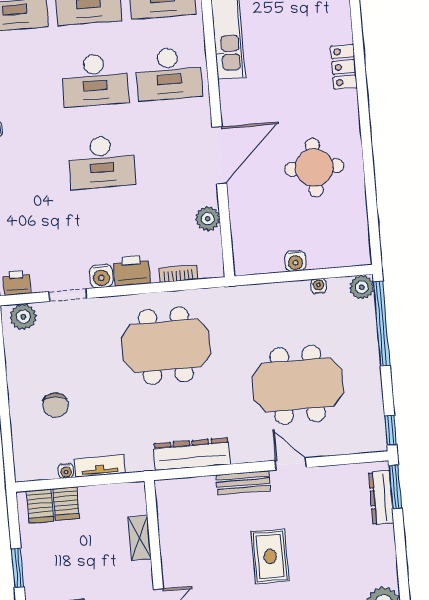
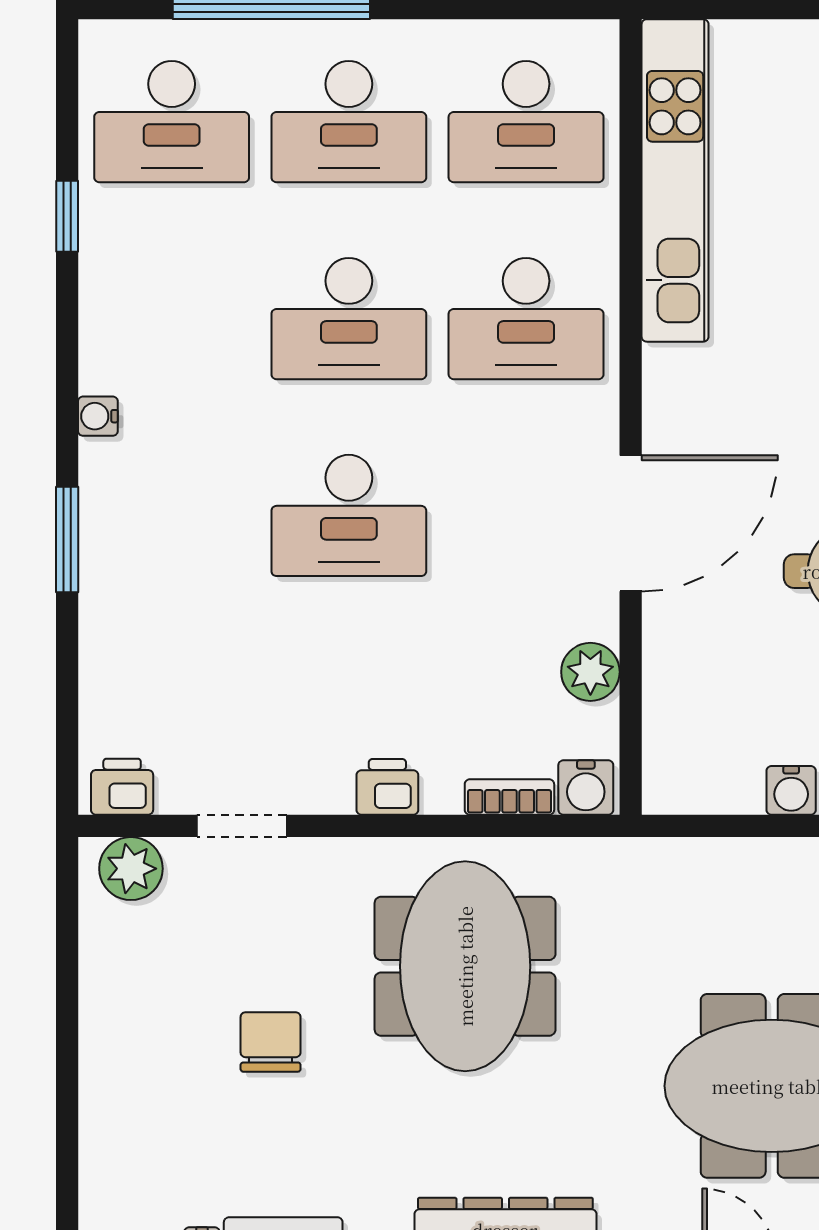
printer: (132, 270) -> (387, 787), width x0.73, depth x0.81
water cooler: (101, 276) -> (586, 787), moved
meeting table: (166, 346) -> (465, 966), turned 90
chair: (55, 405) -> (271, 1042), moved, turned 180

